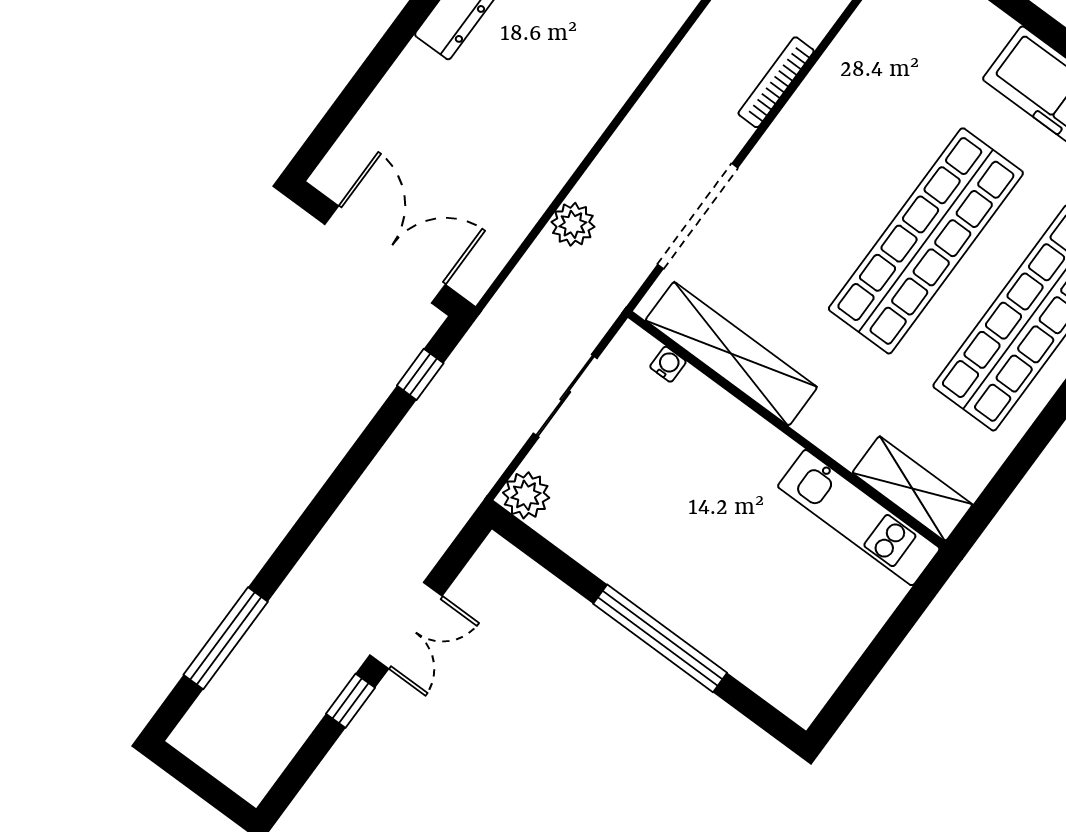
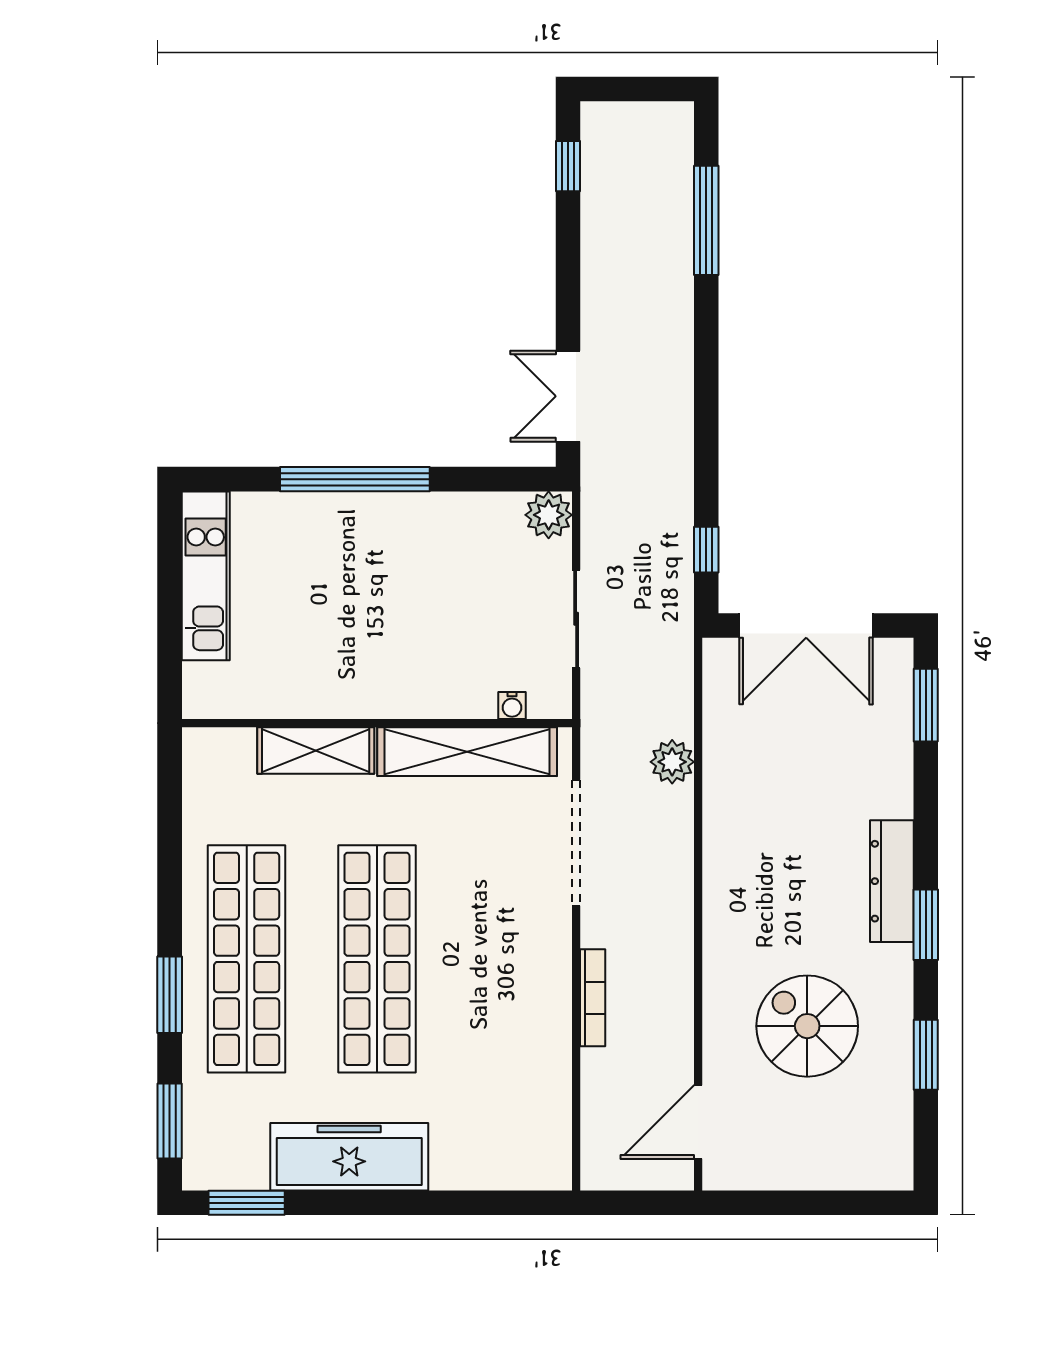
window: (336, 120) -> (926, 705), added
shelving: (912, 489) -> (316, 751), moved
kitchen unit: (859, 518) -> (206, 576), moved, turned 90
double door: (406, 625) -> (568, 396), moved
window: (351, 701) -> (568, 166), moved

